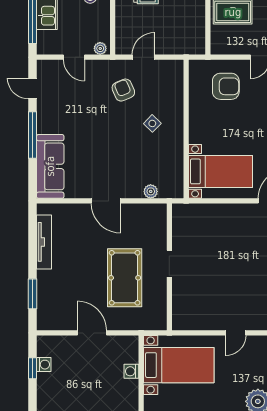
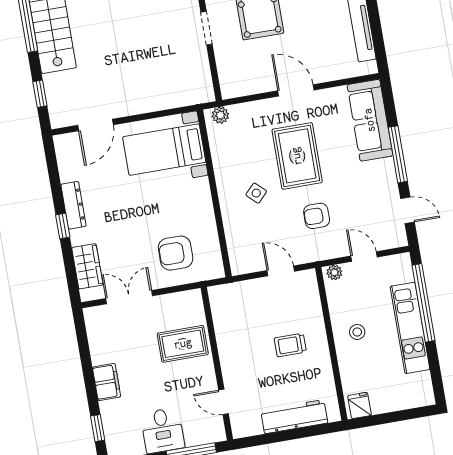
door: (143, 57) -> (281, 271), swing flipped
armchair: (123, 90) -> (317, 216), moved, turned 113
rug: (114, 148) -> (297, 156), added
plant: (151, 191) -> (220, 115), moved

